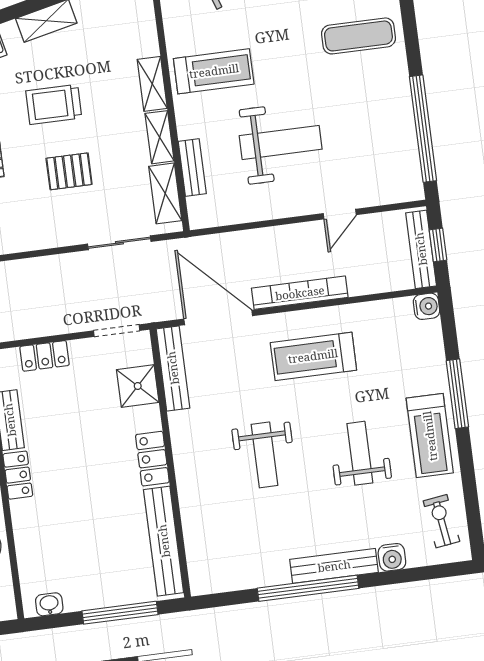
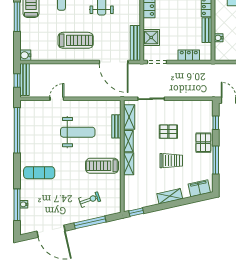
weight bench: (281, 142) -> (78, 132), turned 180
bookcase: (300, 293) -> (78, 68), removed

